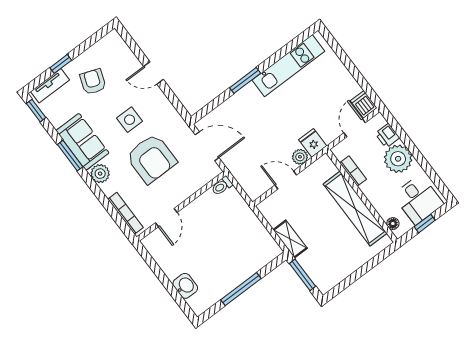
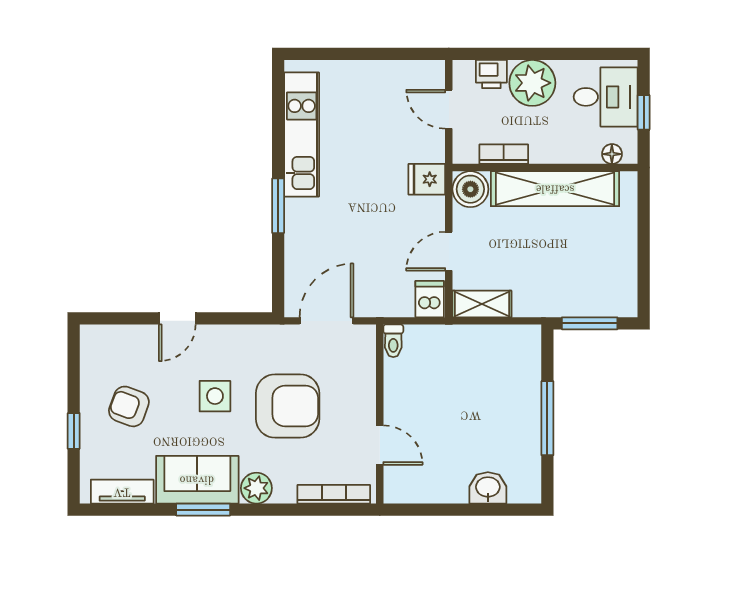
tv unit: (50, 86) -> (122, 492), moved, turned -90
dishwasher: (364, 104) -> (430, 299), moved, turned 90
window: (36, 111) -> (110, 510), removed
plant: (300, 157) -> (433, 210), removed
boiler: (324, 168) -> (470, 189), added
shelving: (290, 239) -> (482, 304), moved

